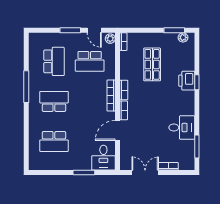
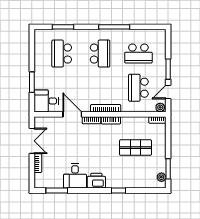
printer: (187, 81) -> (96, 181), moved
window: (26, 140) -> (63, 27), added

